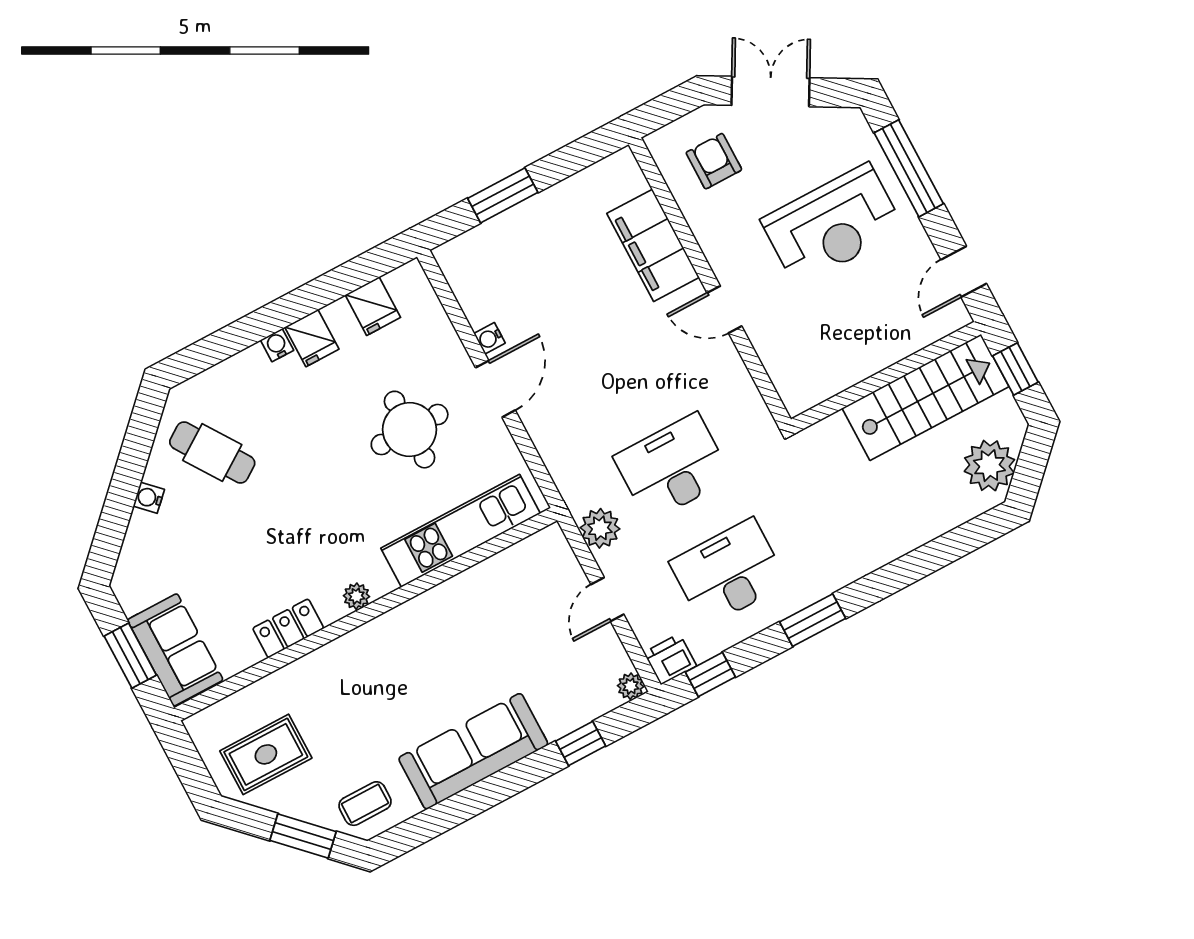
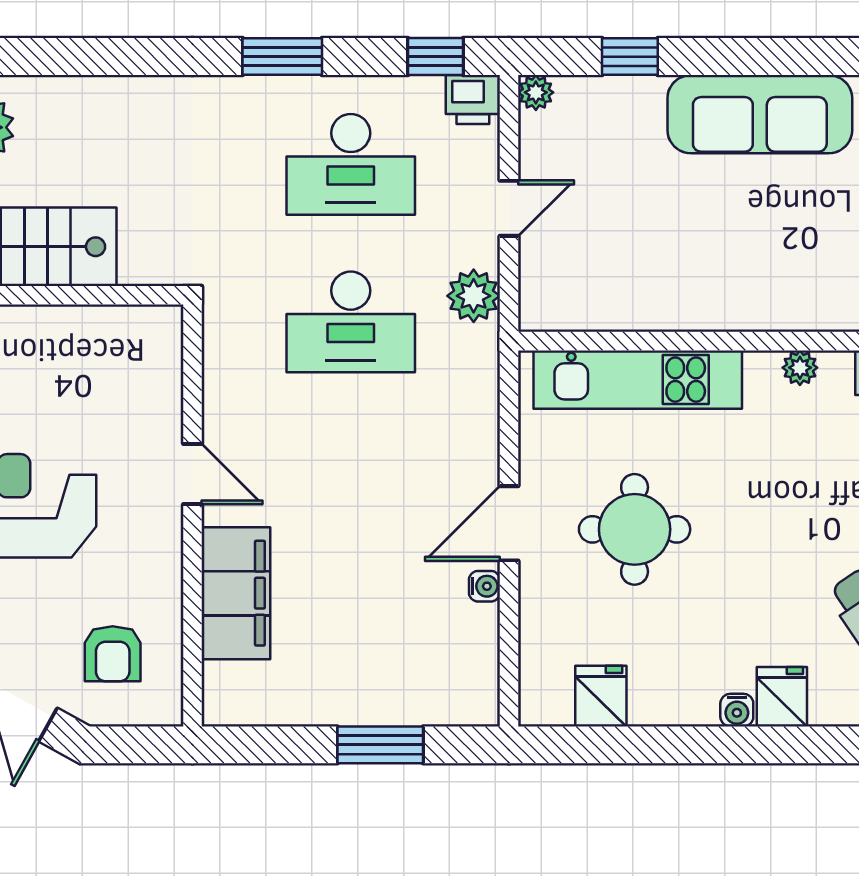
fridge: (312, 338) -> (782, 697), moved

